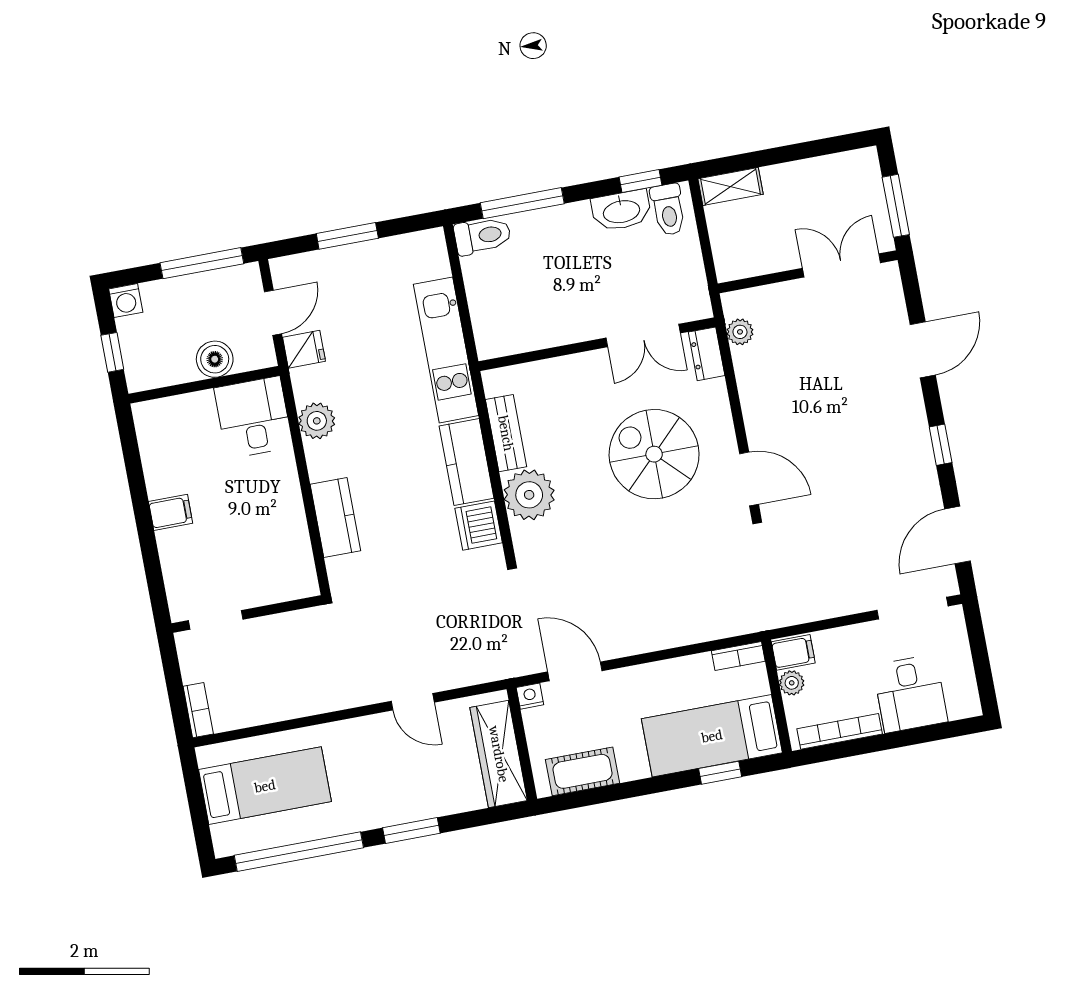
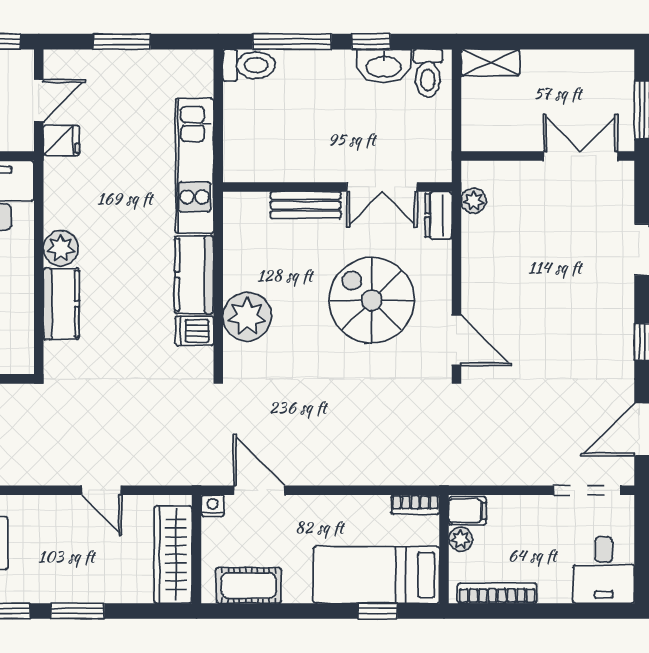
window: (641, 181) -> (371, 42), moved
plant: (317, 421) -> (61, 248), moved
bench: (506, 433) -> (306, 205), moved, turned 90
dishwasher: (479, 526) -> (194, 331), width x0.73
desk: (910, 694) -> (604, 570), moved

